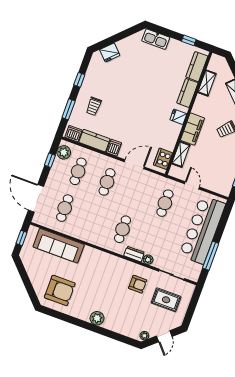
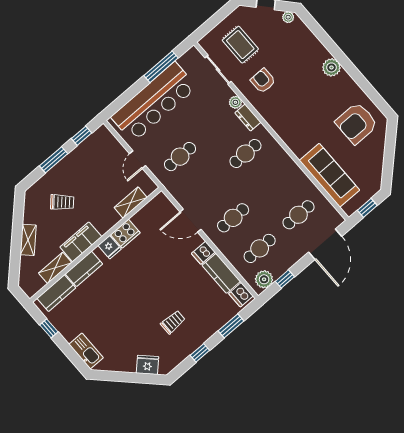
trolley: (94, 106) -> (173, 322), moved
filing cabinet: (192, 129) -> (81, 242), moved
cooker: (163, 159) -> (125, 234), moved
armchair: (60, 290) -> (357, 123), turned -90

